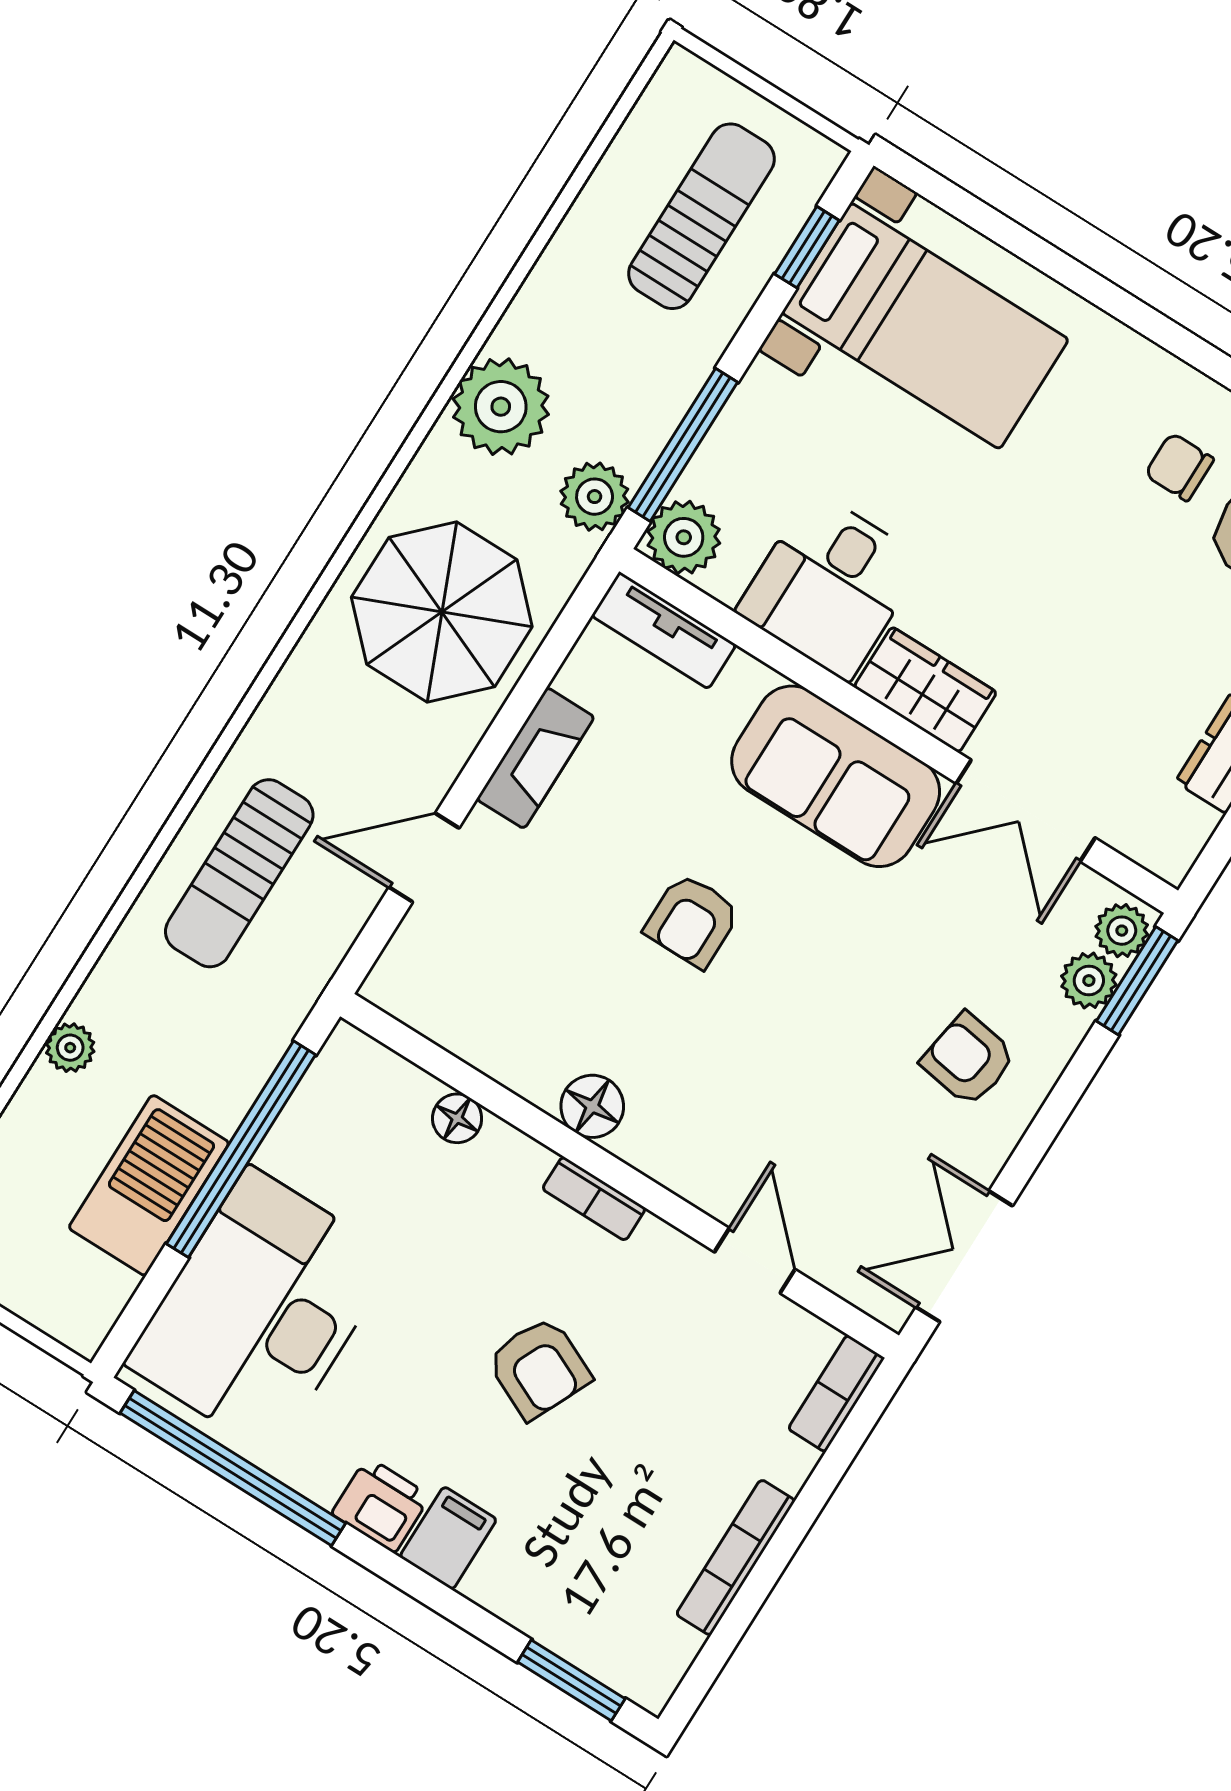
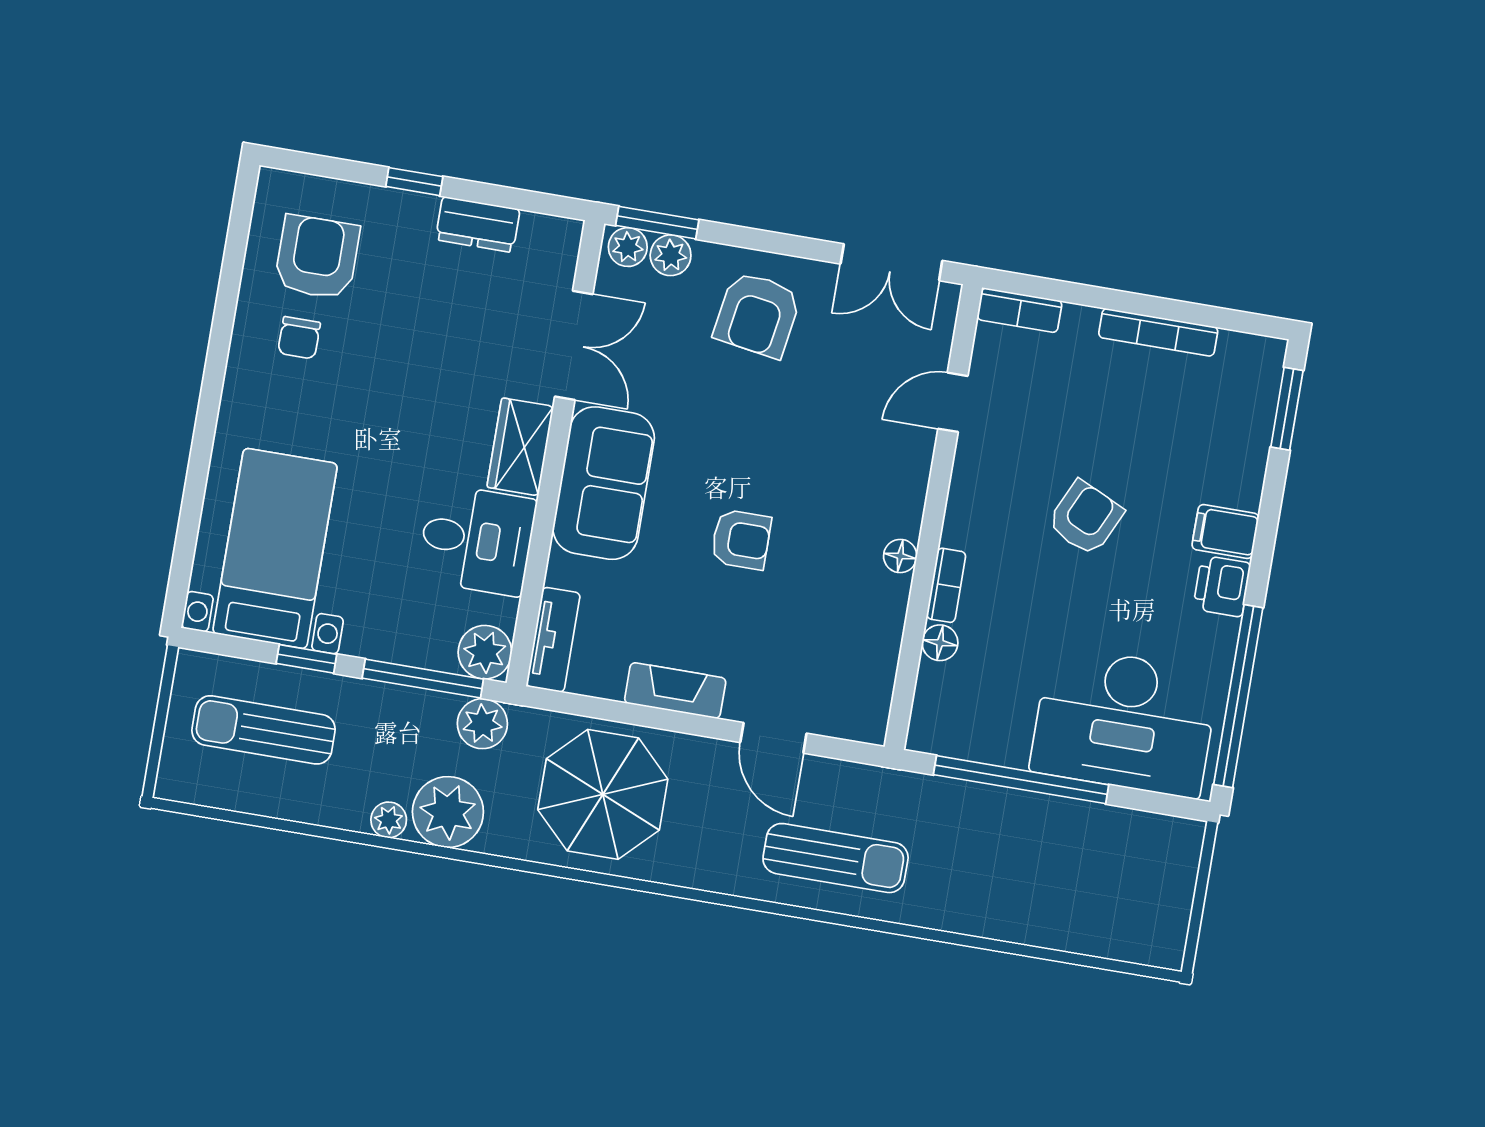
window: (807, 247) -> (306, 659), moved
plant: (70, 1048) -> (389, 820), moved
armchair: (968, 1059) -> (757, 315), width x1.38, depth x1.38
floor lamp: (592, 1106) -> (900, 556), width x0.73, depth x0.73
barbecue: (149, 1185) -> (1071, 832), removed
bookcase: (594, 1199) -> (946, 585), moved

